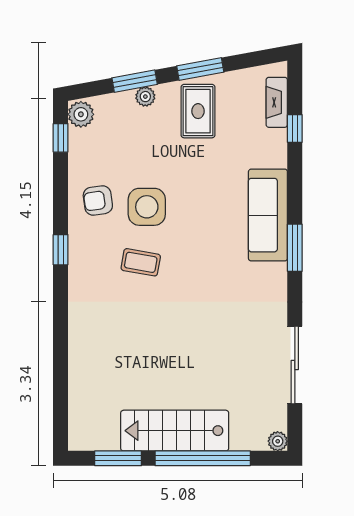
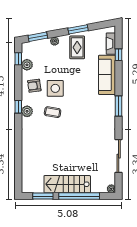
window: (135, 81) -> (38, 37), moved
plant: (81, 114) -> (27, 65), moved
sofa: (268, 215) -> (107, 75), moved
plant: (81, 260) -> (27, 111), added

